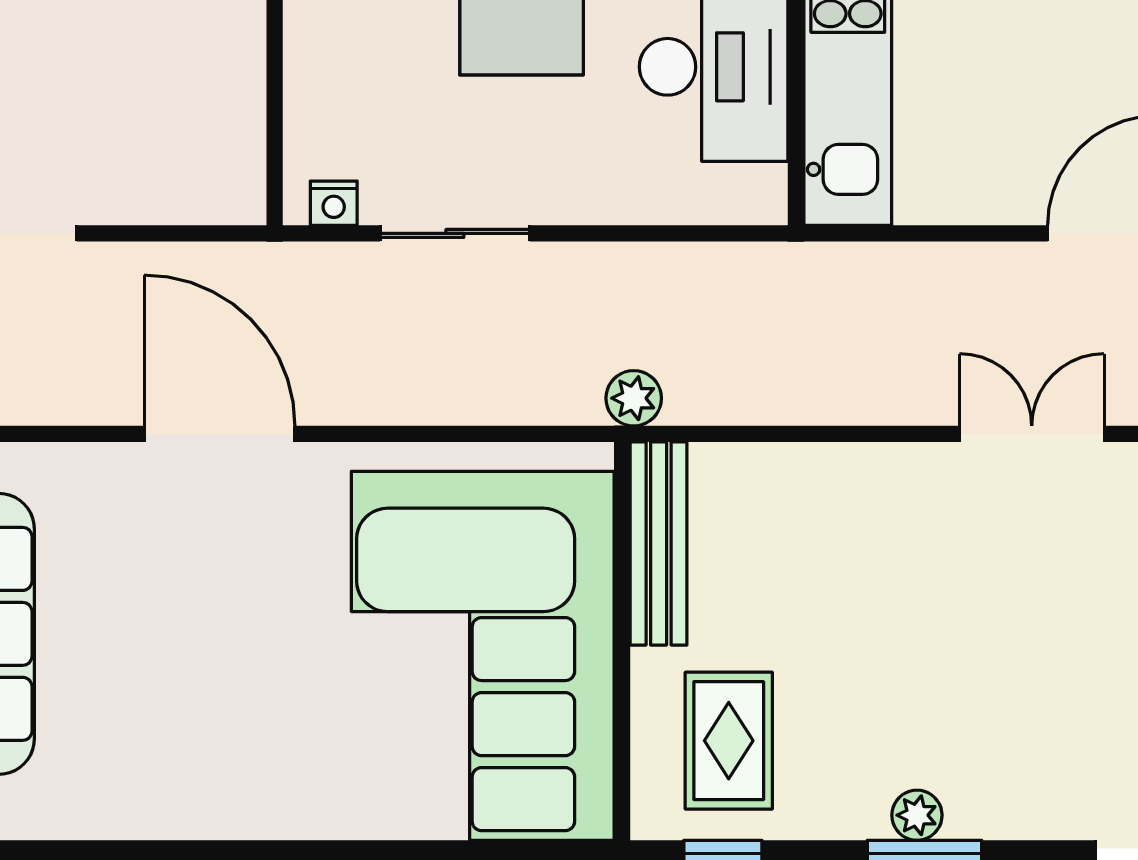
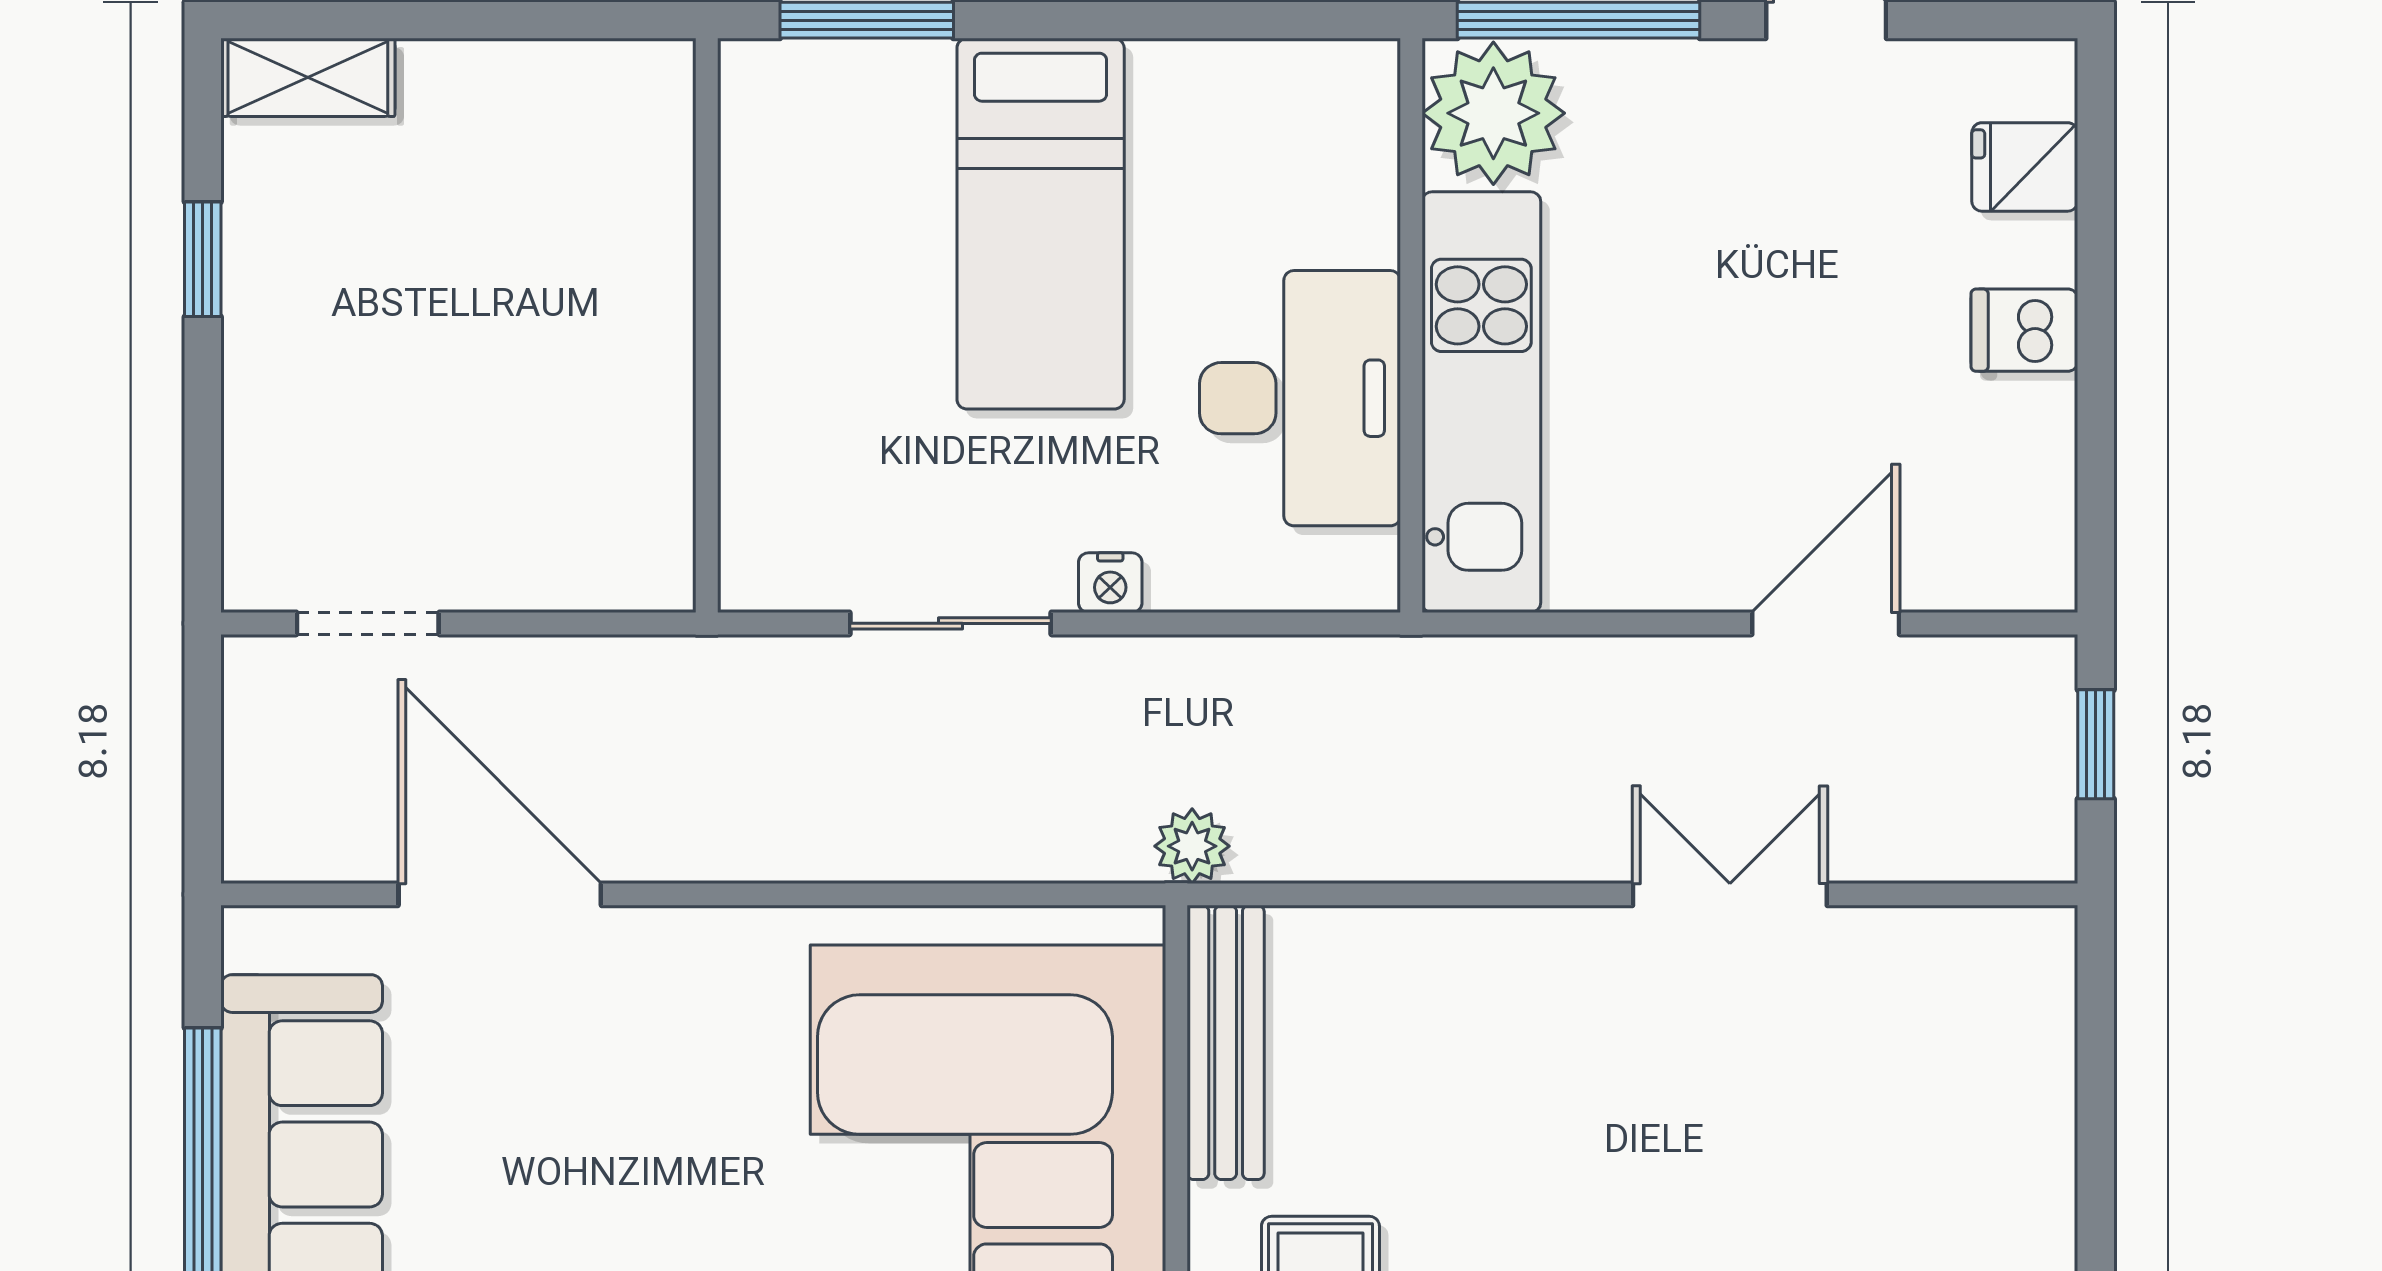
nightstand: (334, 203) -> (1110, 583), moved
door: (220, 434) -> (500, 894), moved

